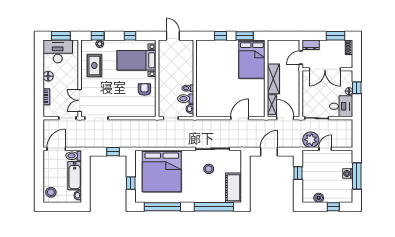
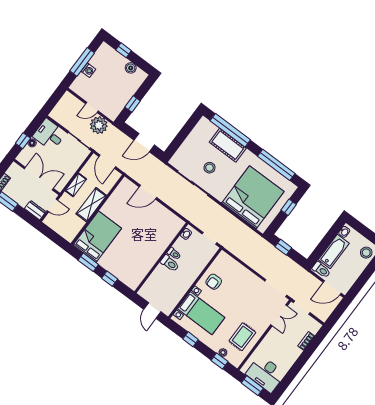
floor lamp: (48, 76) -> (291, 358), removed
toilet: (186, 99) -> (170, 263), moved
shelving: (272, 105) -> (76, 185), moved
cot: (234, 188) -> (228, 145), moved, turned 90

